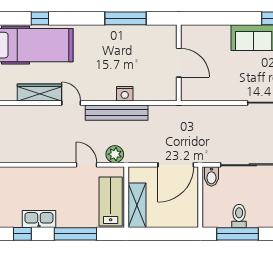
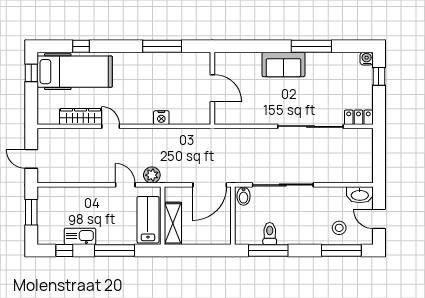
bench: (117, 113) -> (154, 136), removed

